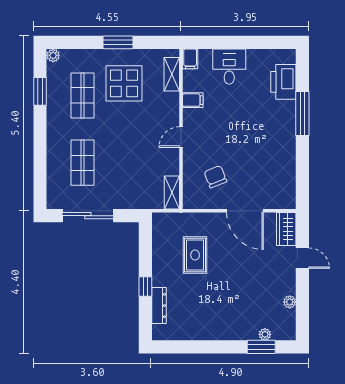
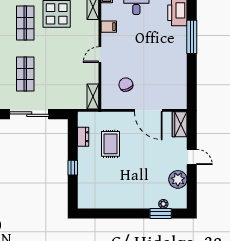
door: (302, 258) -> (192, 157), moved
plant: (290, 302) -> (178, 179), width x1.88, depth x1.88
dresser: (159, 306) -> (83, 137), moved, width x0.70

